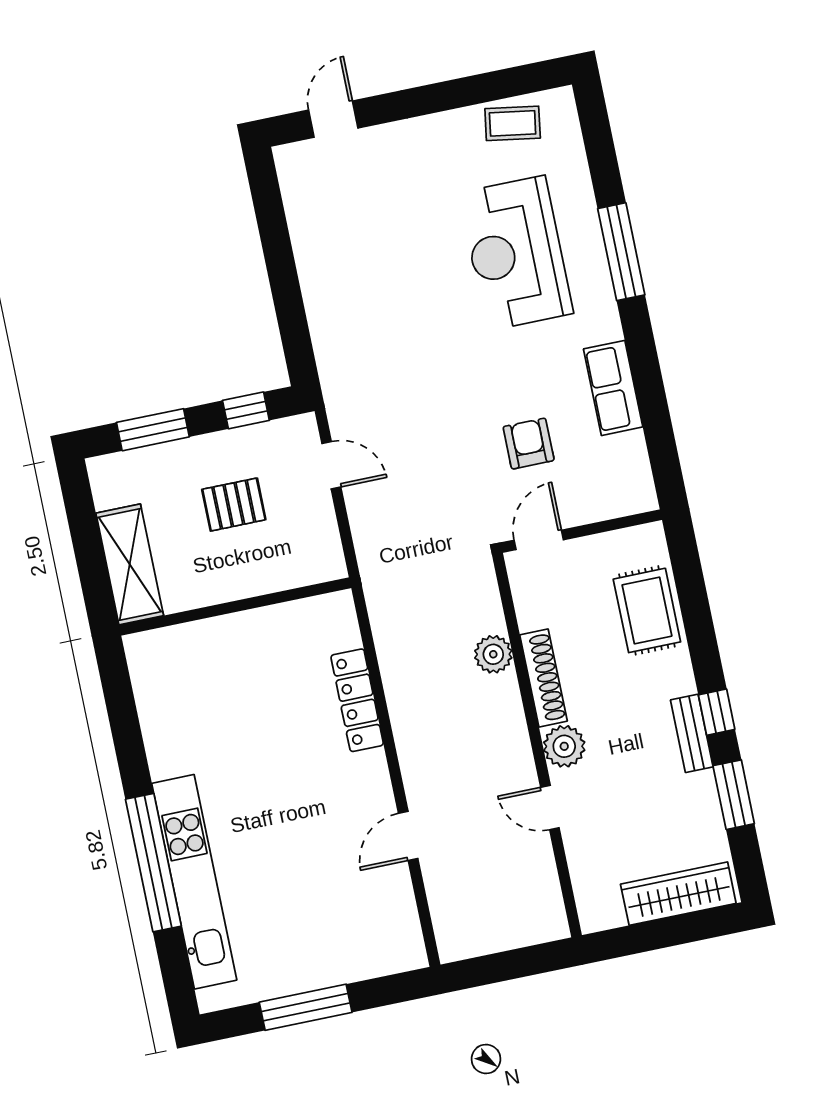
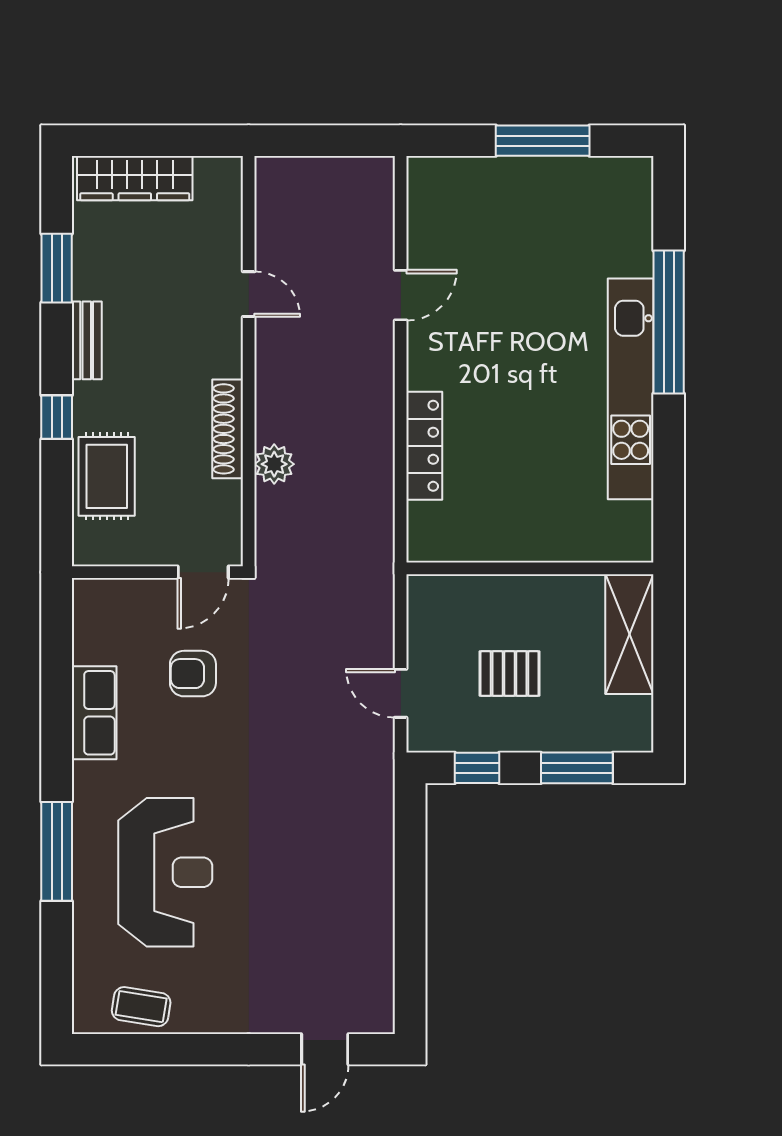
armchair: (529, 444) -> (193, 674), turned 90
window: (717, 712) -> (57, 417), moved
plant: (564, 746) -> (221, 354), removed
kitchen unit: (194, 882) -> (631, 389), moved

